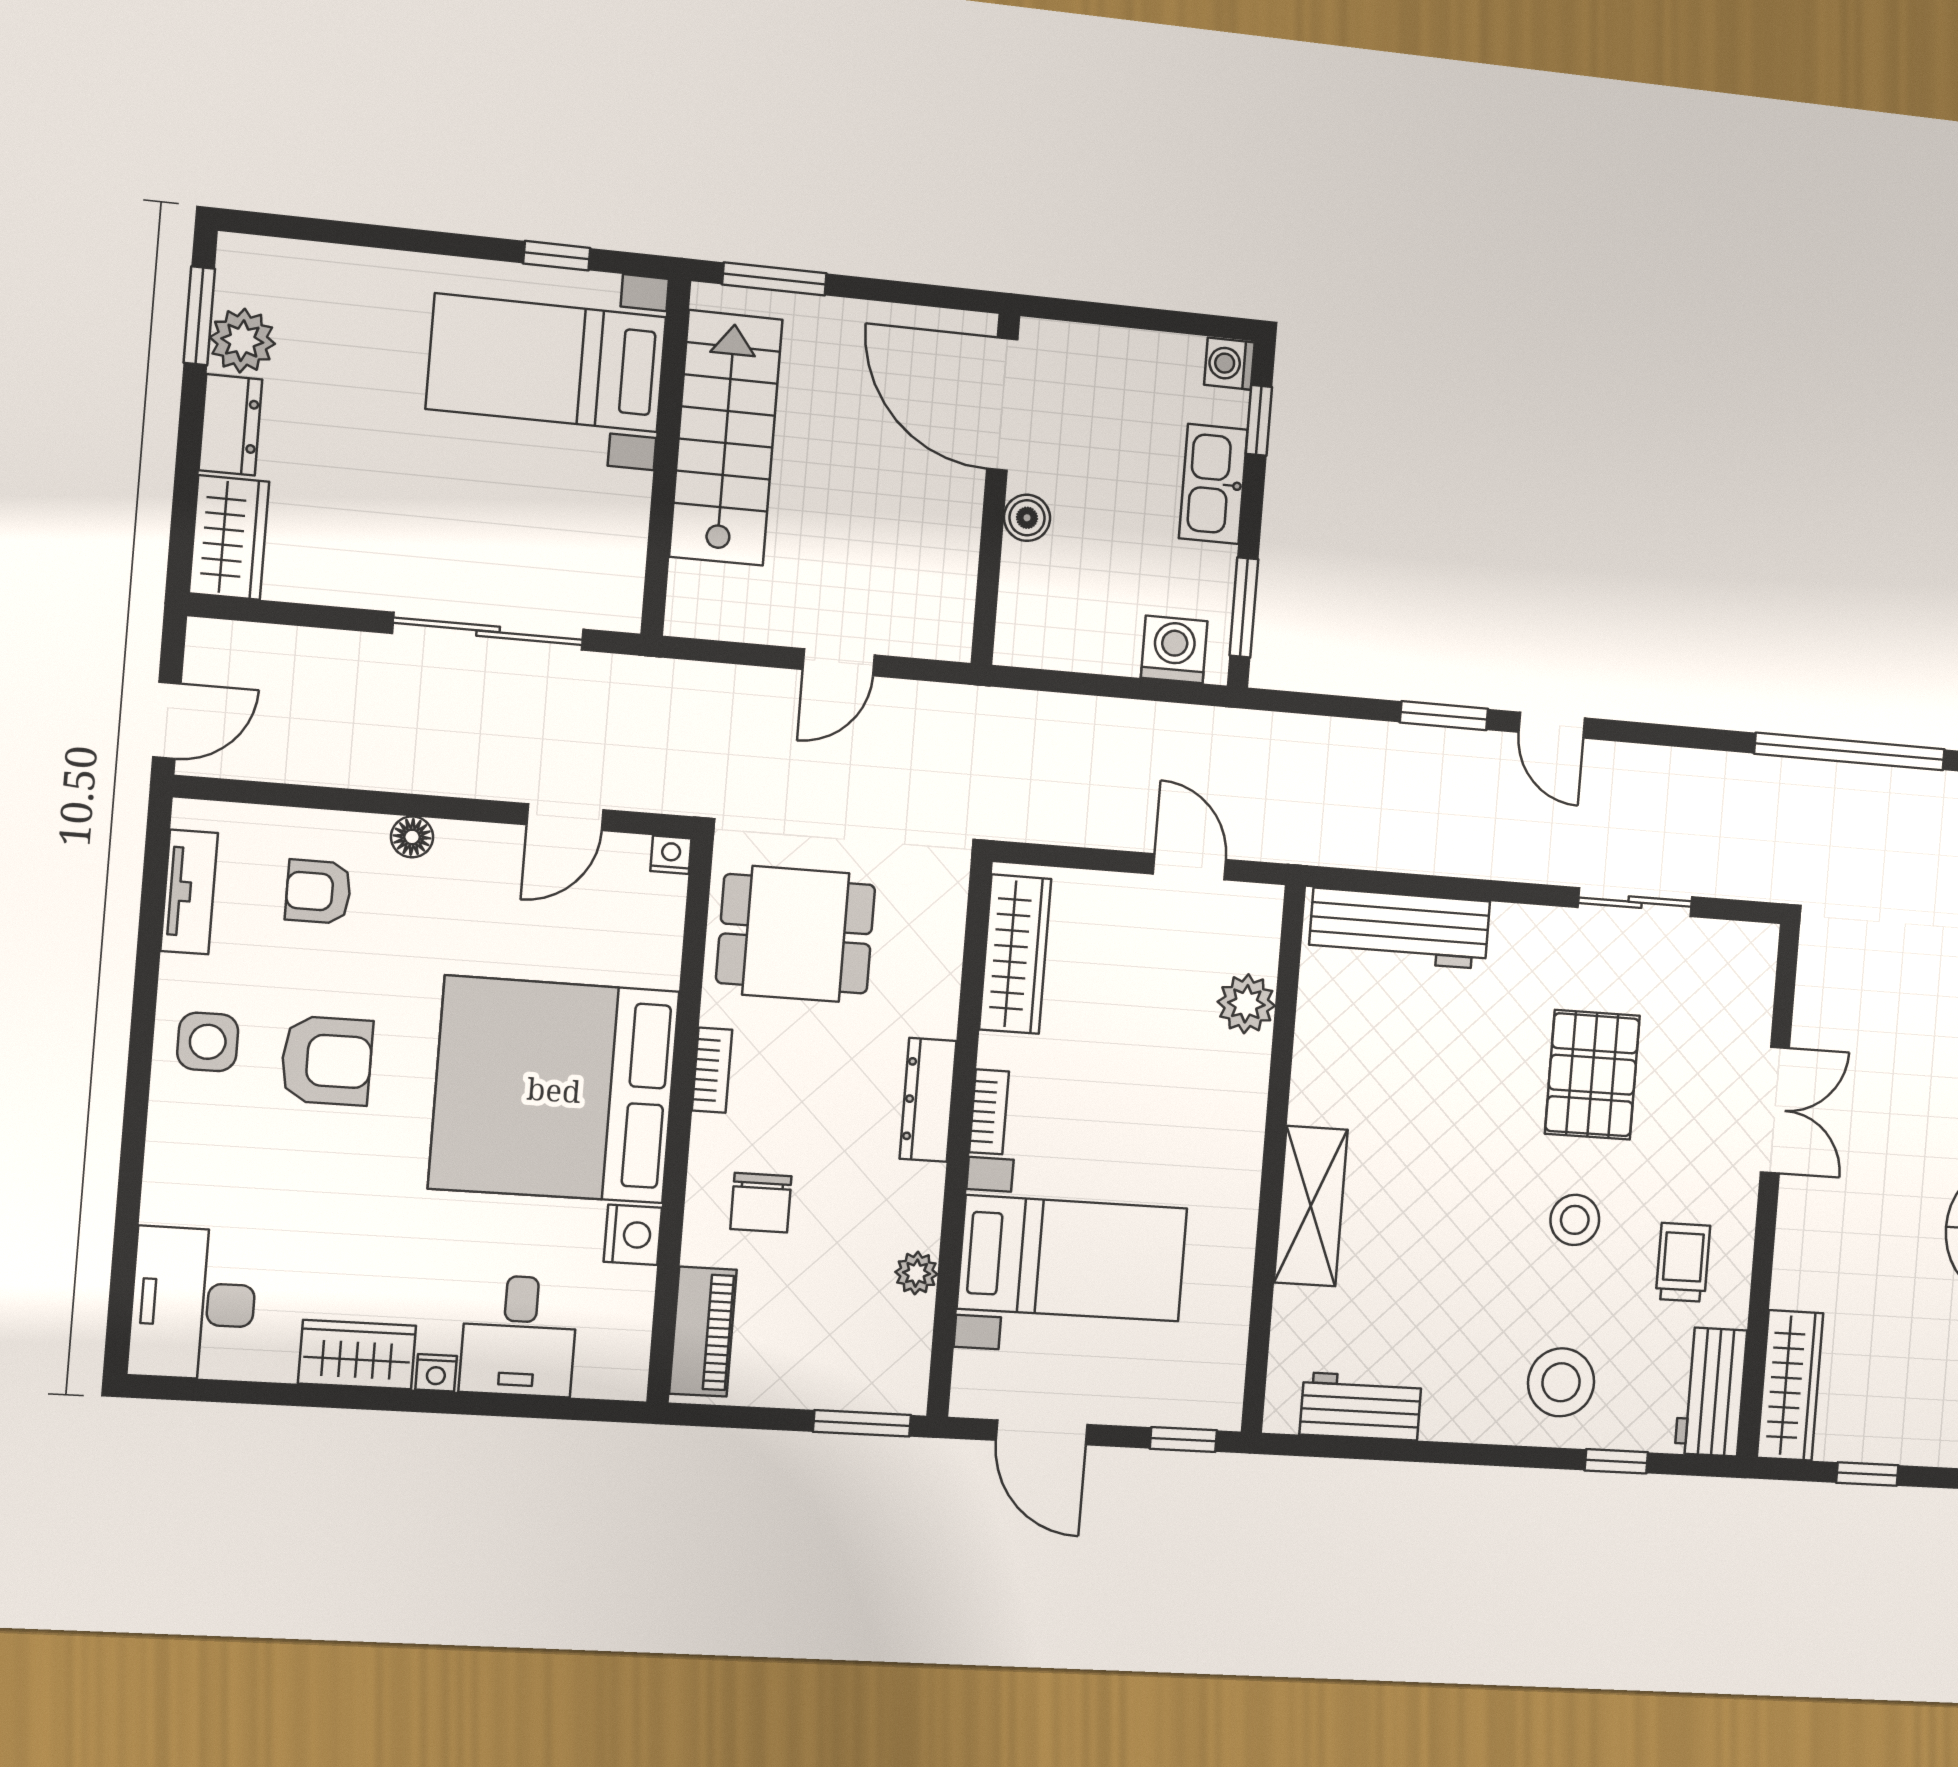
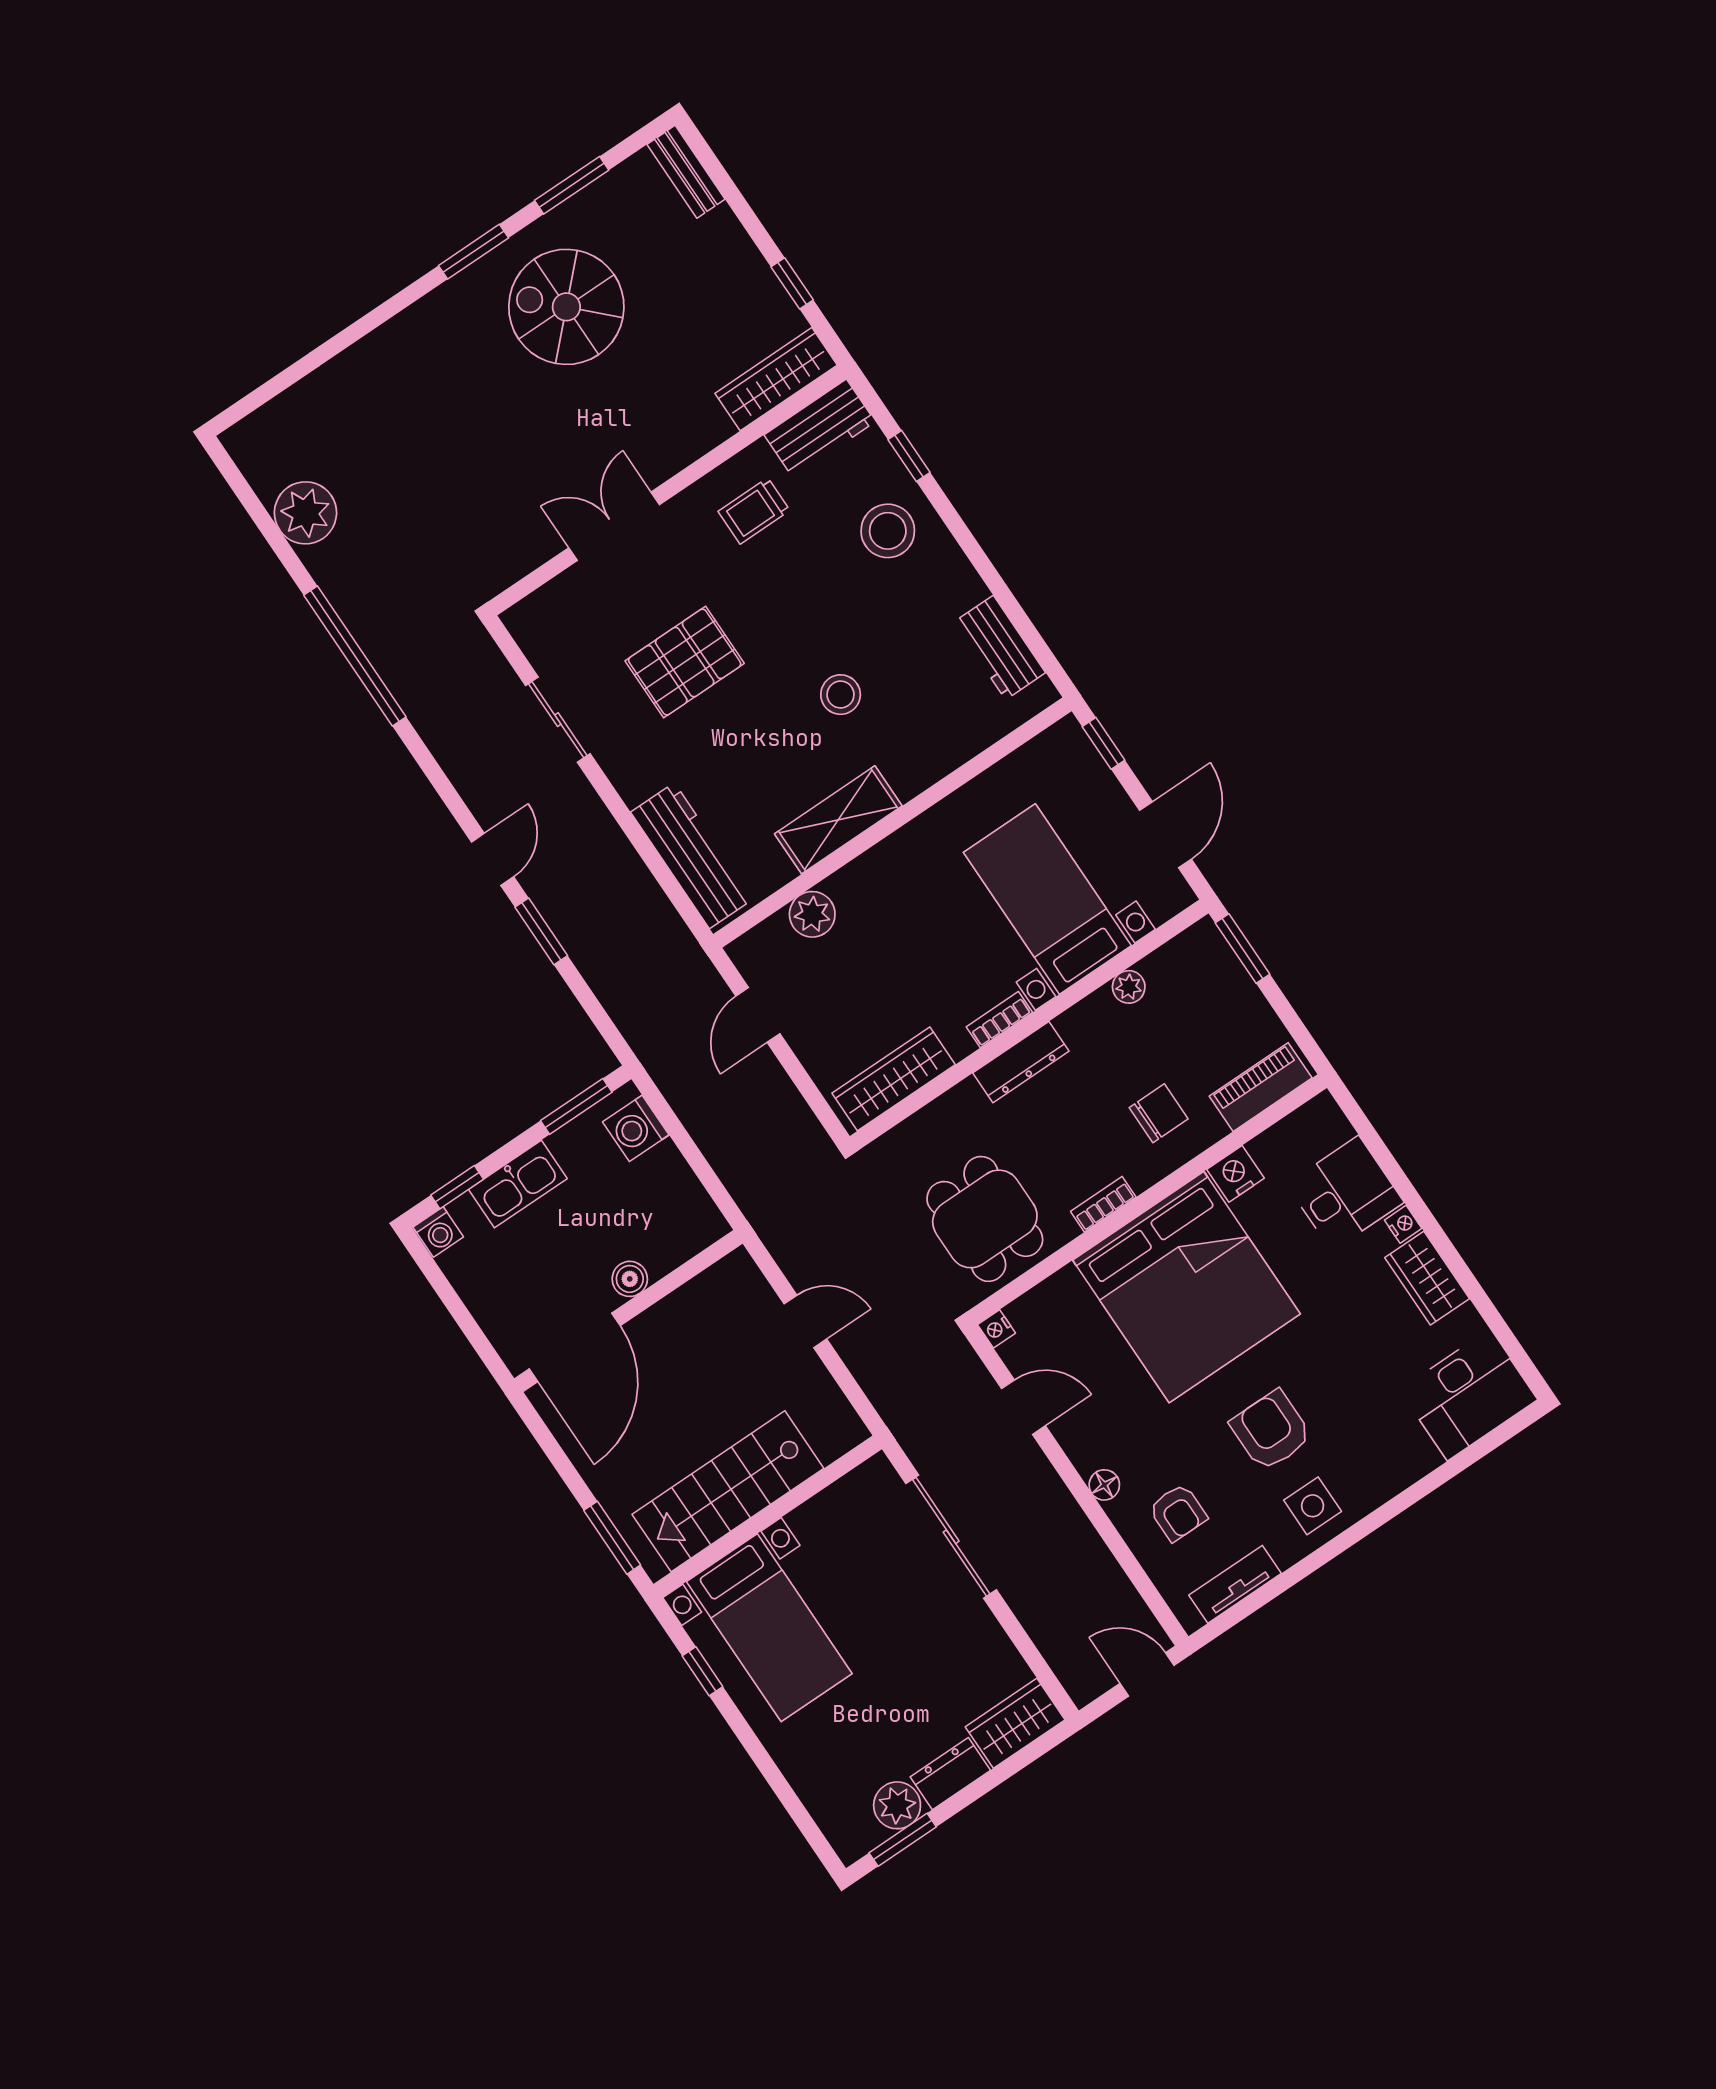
shelving: (1311, 1206) -> (838, 820), moved
stool: (1575, 1220) -> (841, 695), moved

